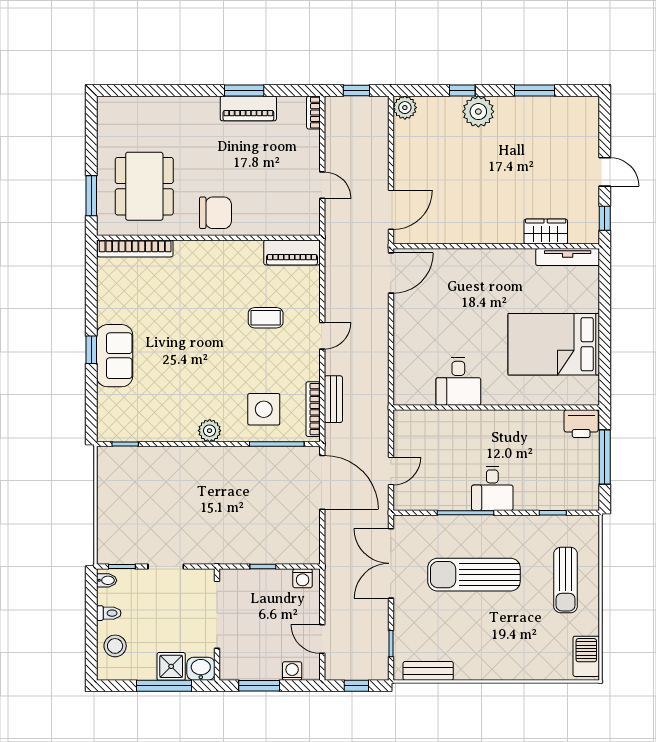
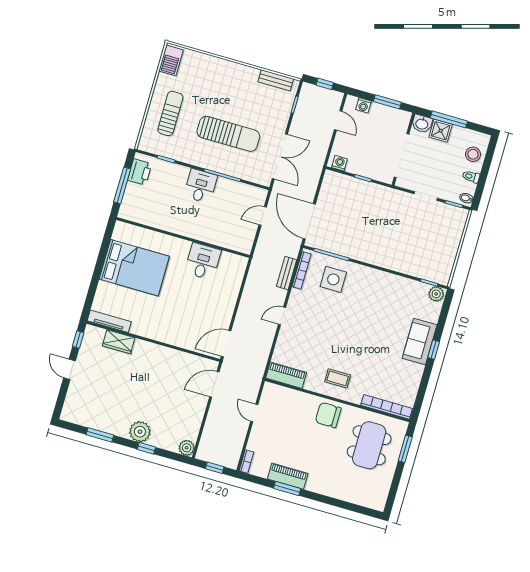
coffee table: (266, 318) -> (338, 378), moved
printer: (581, 424) -> (140, 172), moved, turned 90
plant: (210, 431) -> (436, 294), moved

